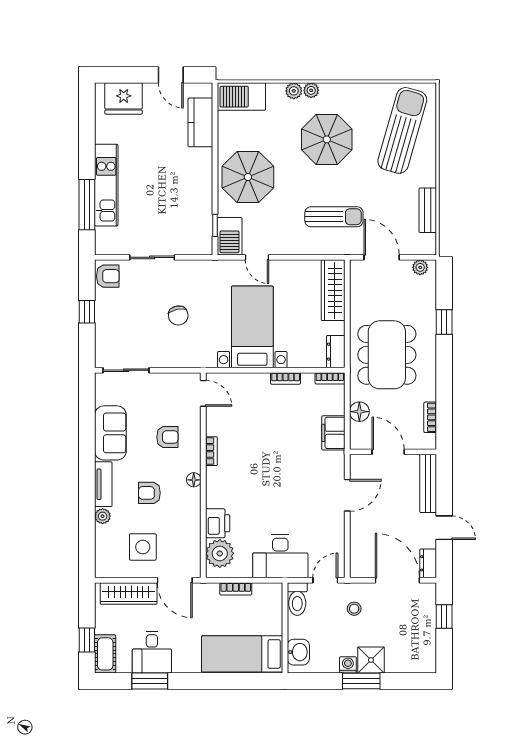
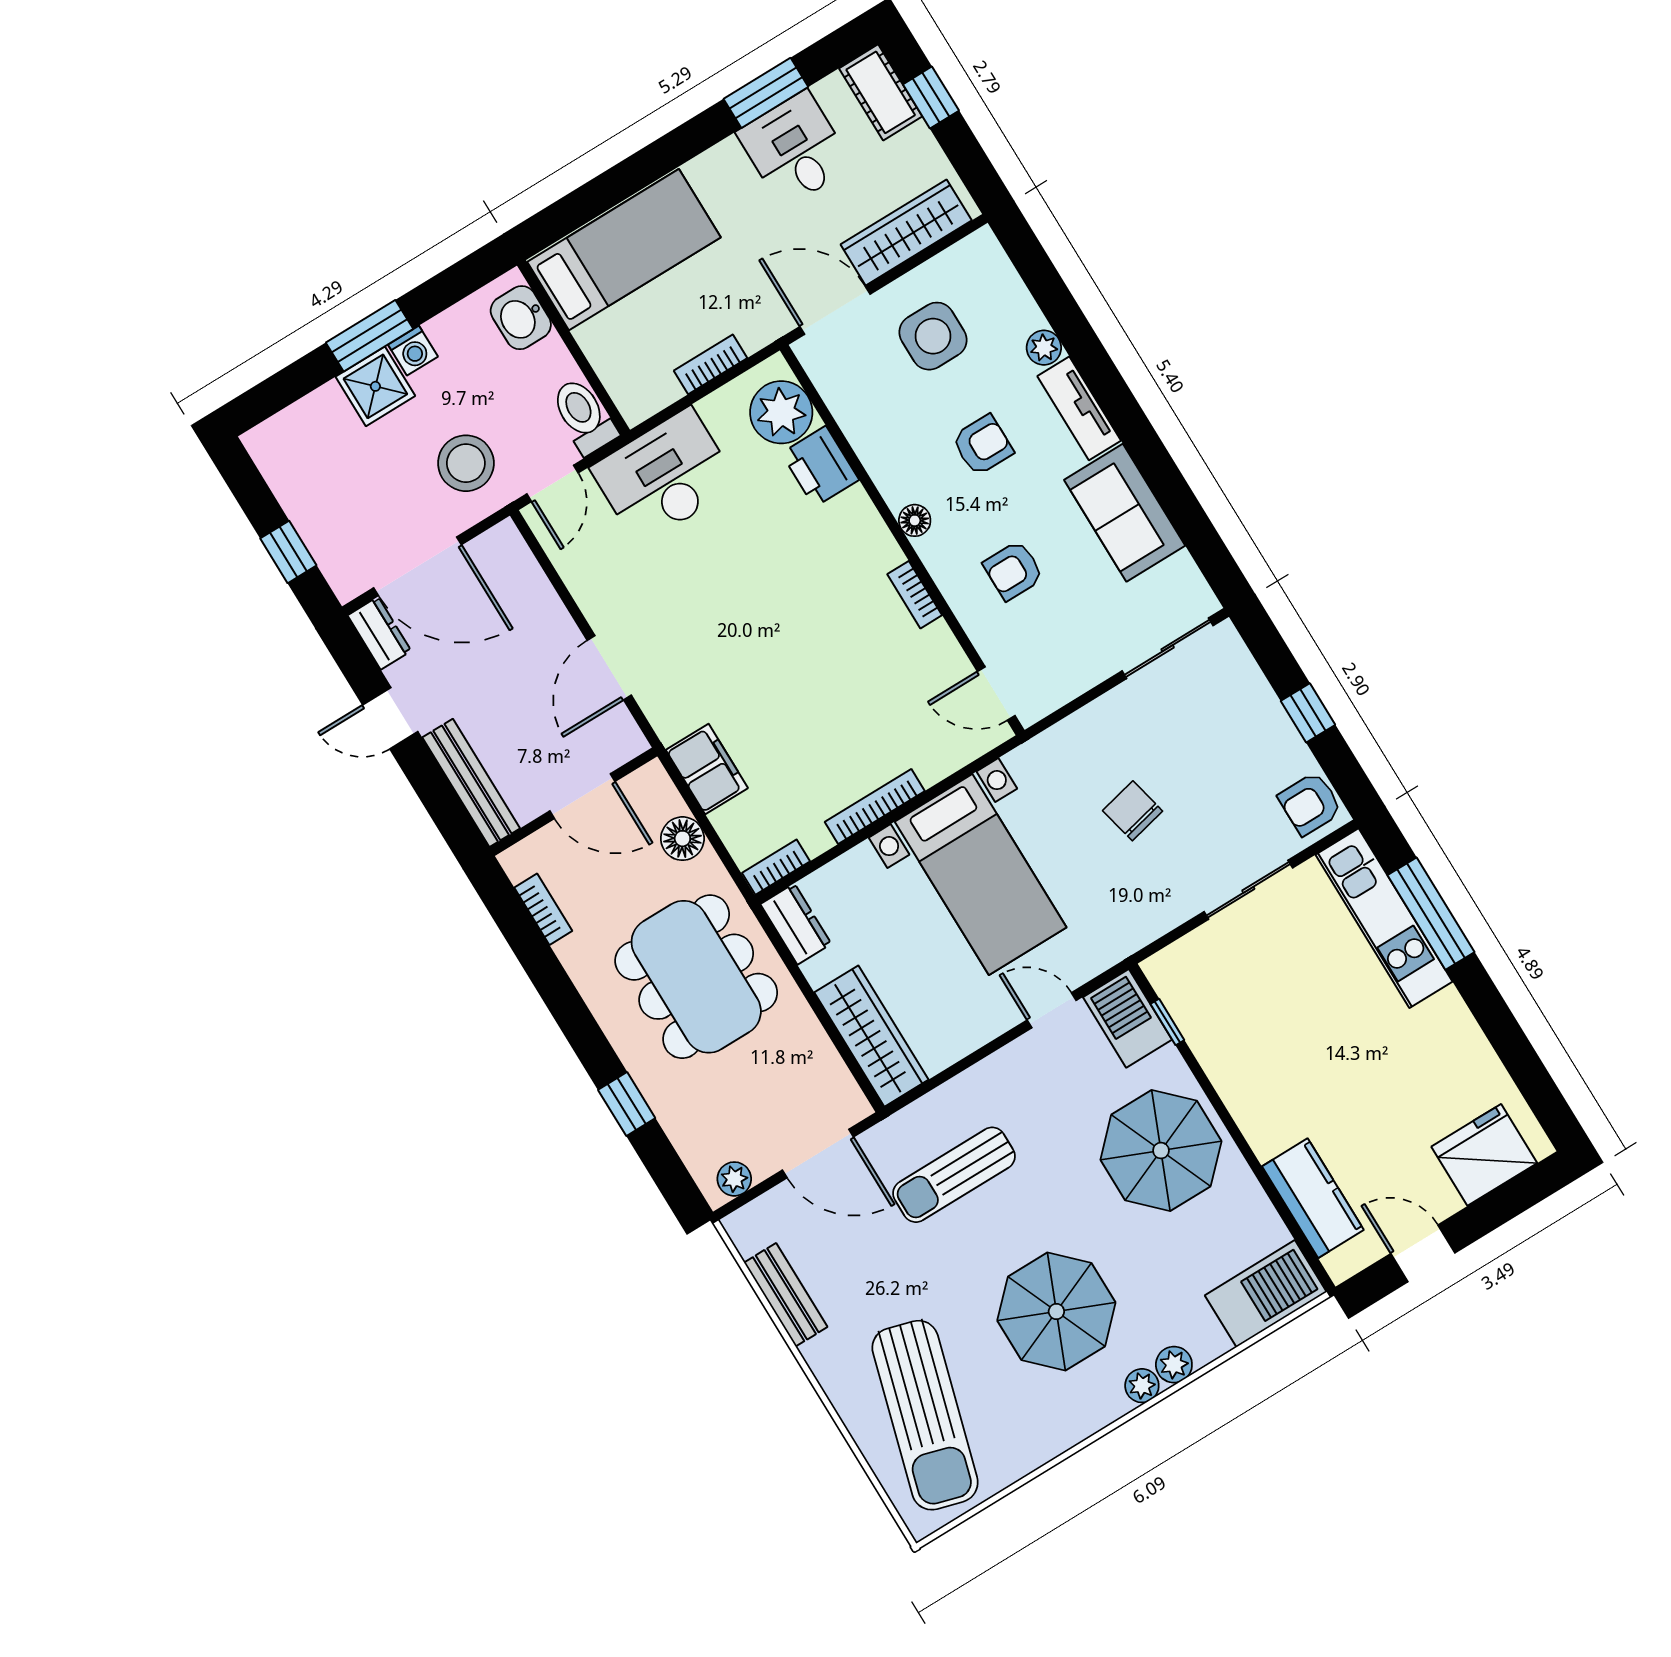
kitchen unit: (106, 185) -> (1384, 918), moved
bookcase: (286, 378) -> (875, 806), width x1.56
stool: (354, 609) -> (466, 463), width x1.89, depth x1.89

